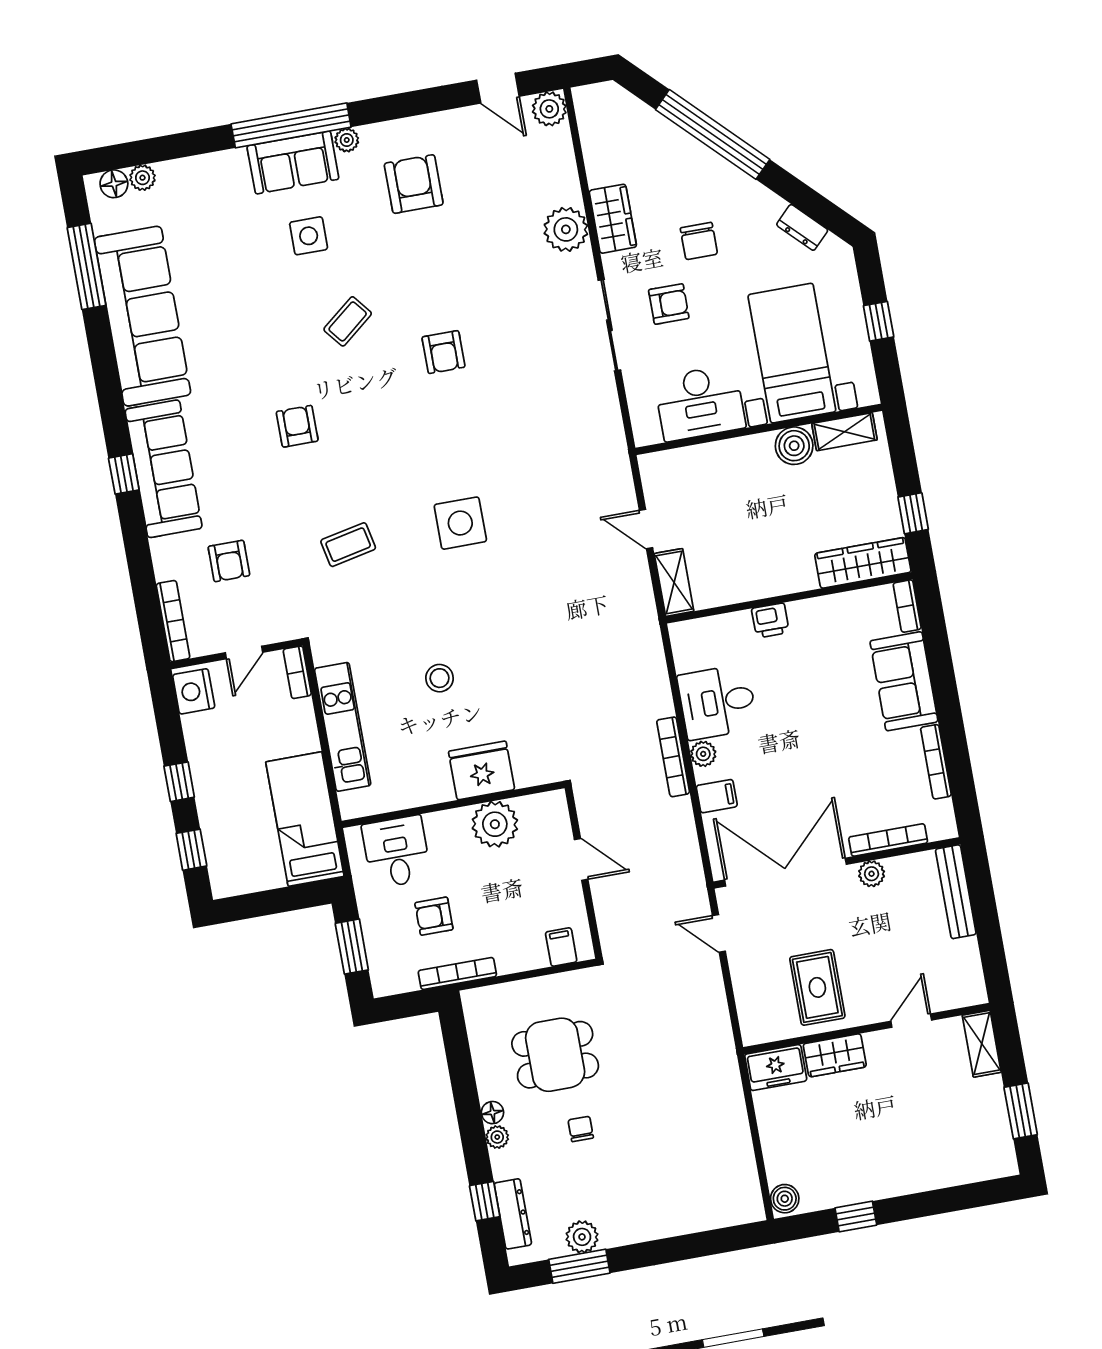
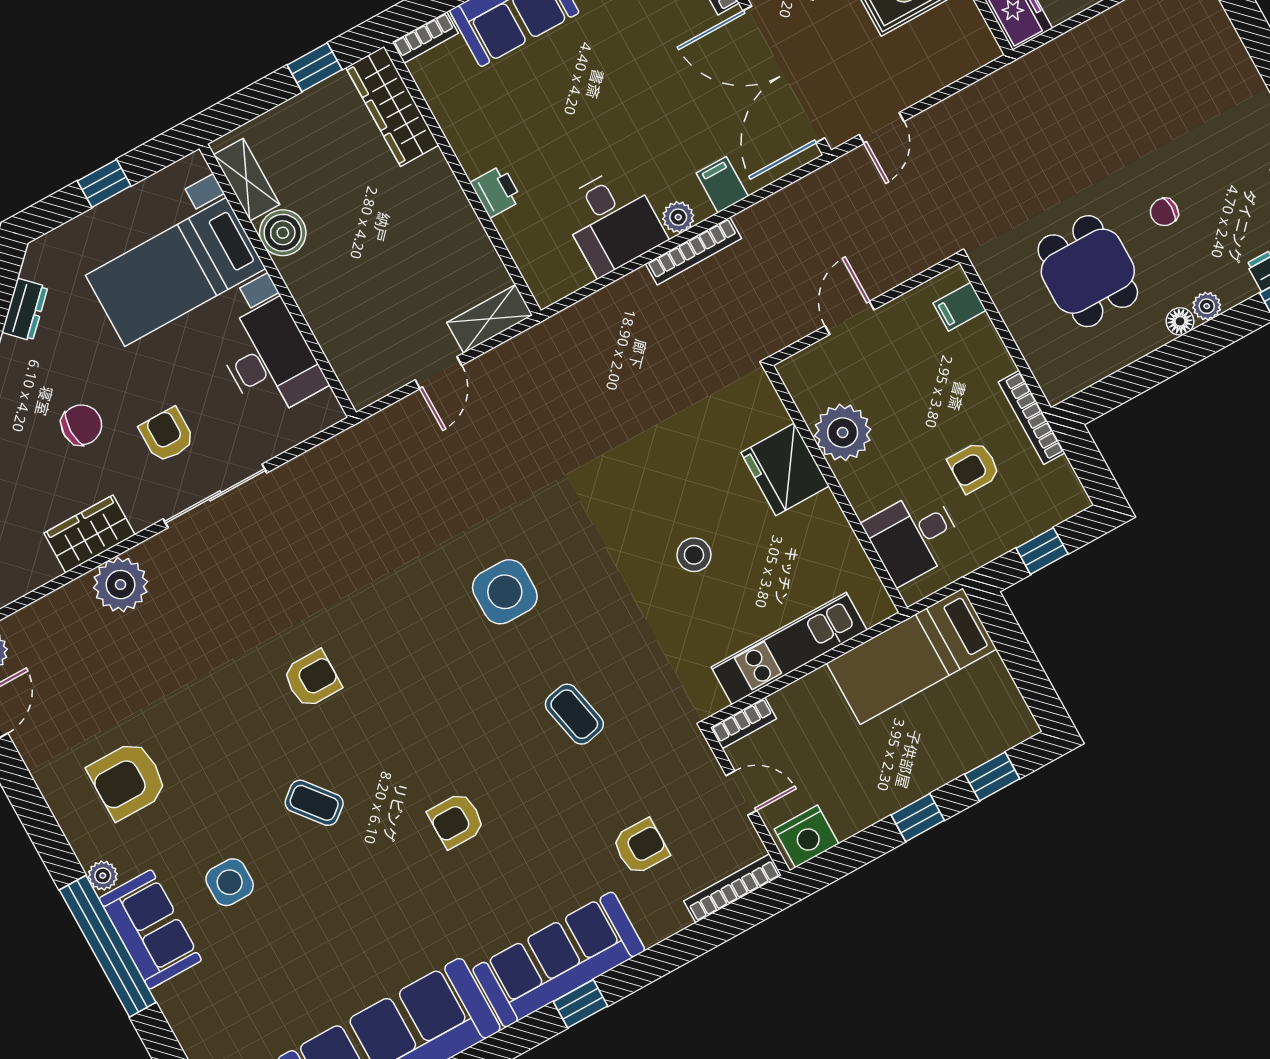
armchair: (434, 916) -> (974, 467), turned 90
window: (352, 947) -> (1042, 551), width x0.67

